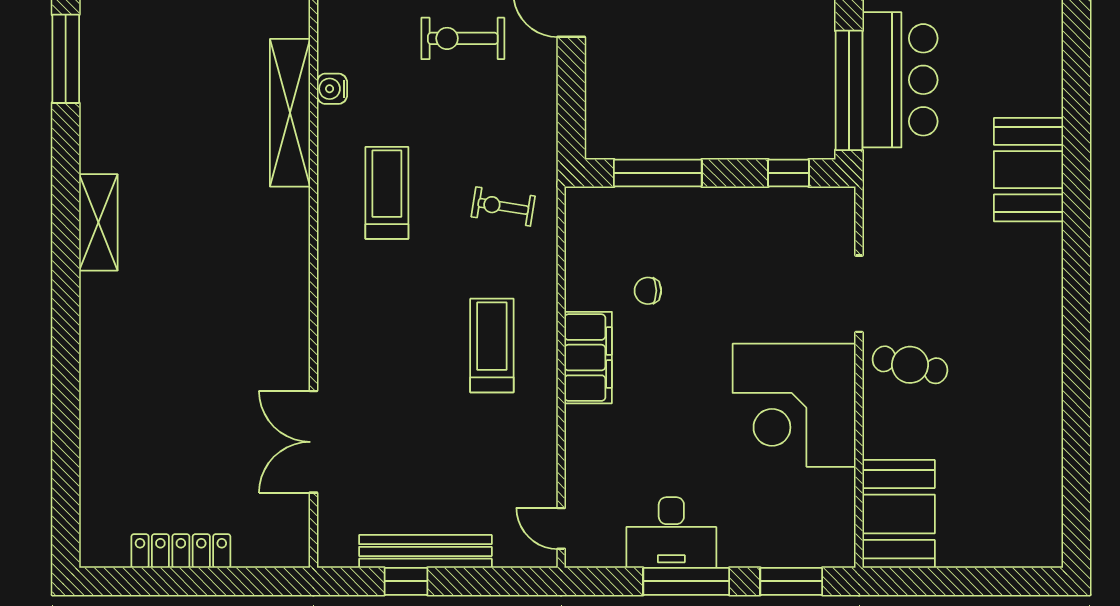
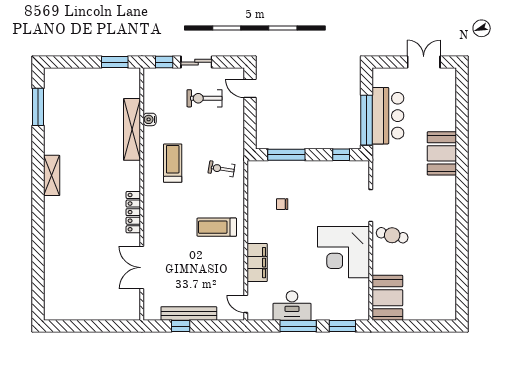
treadmill: (492, 346) -> (217, 227), turned -90
filing cabinet: (588, 358) -> (257, 263), moved
locker: (181, 551) -> (133, 212), moved, turned -90

